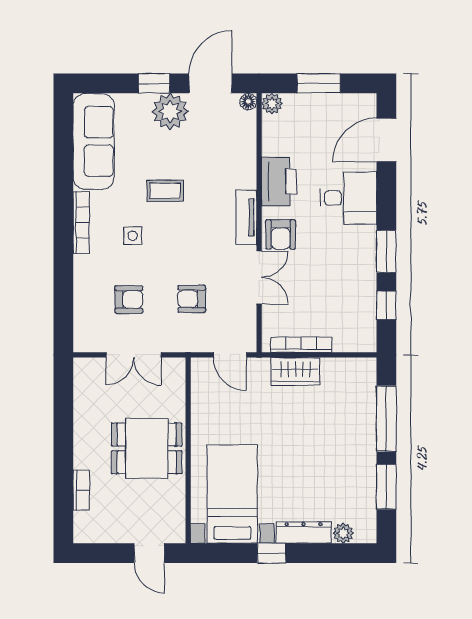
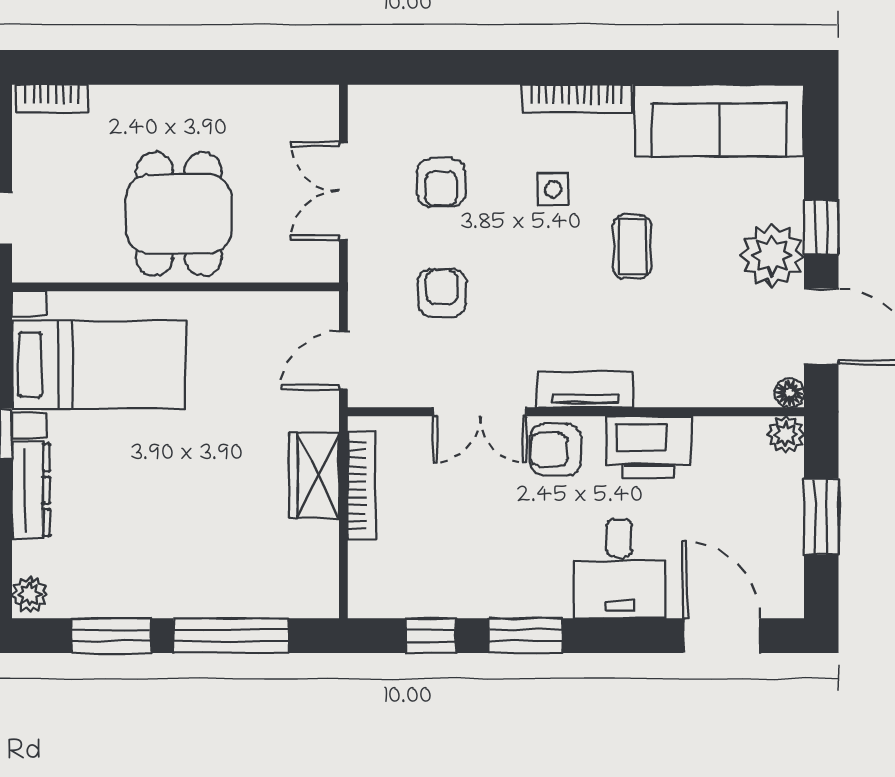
bookcase: (81, 490) -> (52, 99), moved
plant: (343, 533) -> (30, 595), moved

